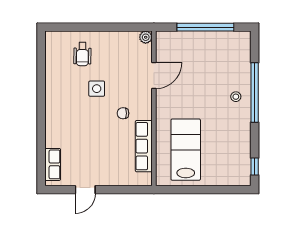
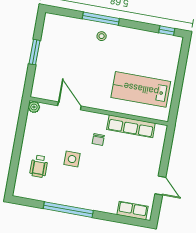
window: (205, 27) -> (35, 52), width x0.47
wheelchair: (82, 54) -> (39, 166), turned 89
window: (255, 92) -> (101, 19), width x0.68
window: (41, 94) -> (68, 210), added

